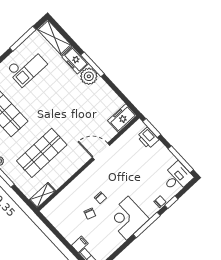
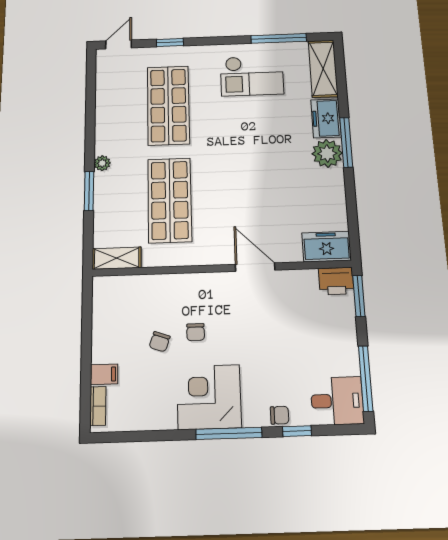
printer: (148, 138) -> (336, 281), moved, turned -90
shop shelf: (42, 153) -> (170, 200), turned 90

